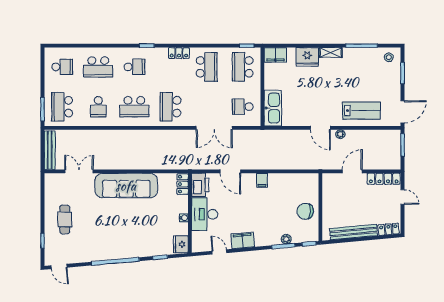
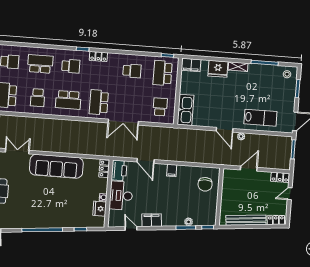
locker: (179, 53) -> (98, 56), moved
school desk: (98, 67) -> (40, 64), turned 180
school desk: (207, 67) -> (132, 71), width x0.54
school desk: (243, 107) -> (160, 107), turned 90
double door: (214, 128) -> (123, 122), moved
locker: (384, 179) -> (280, 177), width x0.66
door: (403, 197) -> (290, 194), swing flipped
chair: (305, 211) -> (205, 184), moved, turned -93
fridge: (181, 244) -> (100, 209), moved

